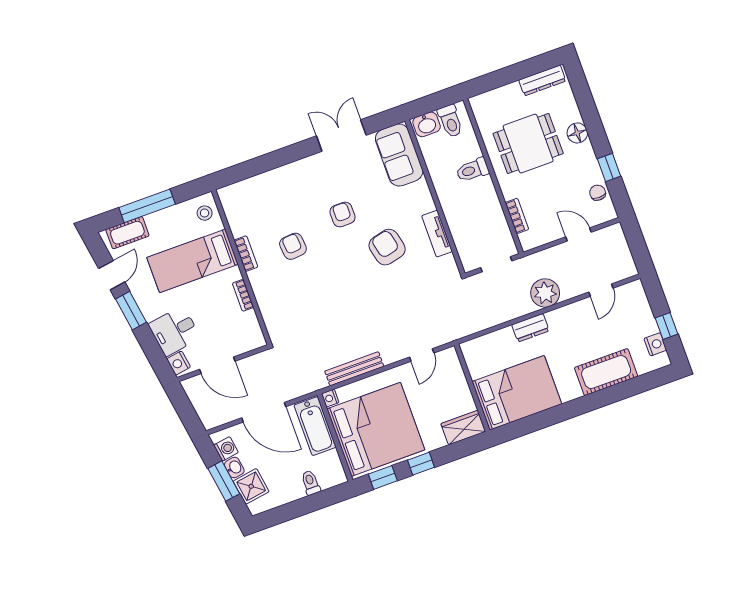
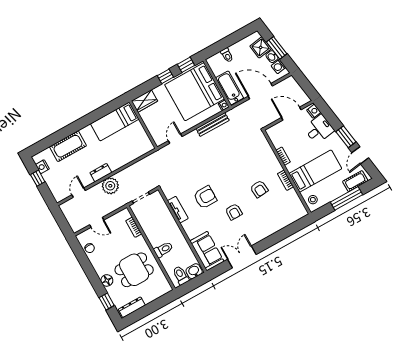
double door: (341, 135) -> (242, 257), swing flipped
window: (609, 168) -> (107, 302), moved
armchair: (387, 247) -> (205, 197), turned -77
dresser: (530, 328) -> (101, 173), moved
bed: (517, 393) -> (115, 122), width x0.67

